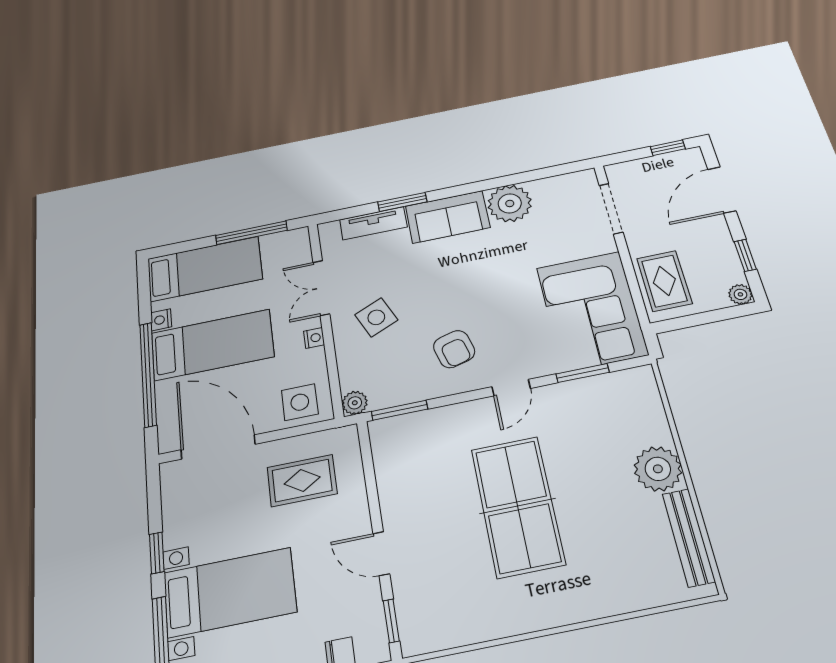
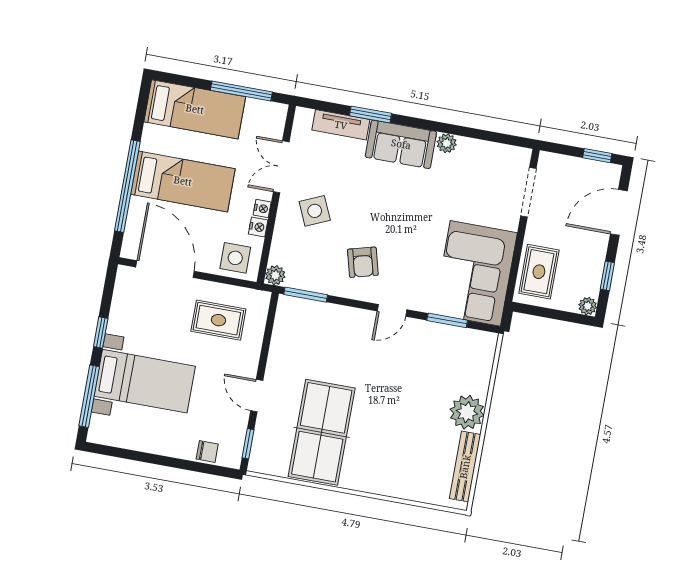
plant: (510, 203) -> (447, 143), width x0.53, depth x0.53
nightstand: (161, 320) -> (258, 227), moved, turned 180
table tennis table: (518, 506) -> (322, 432), moved

